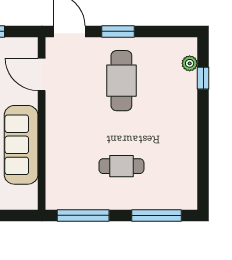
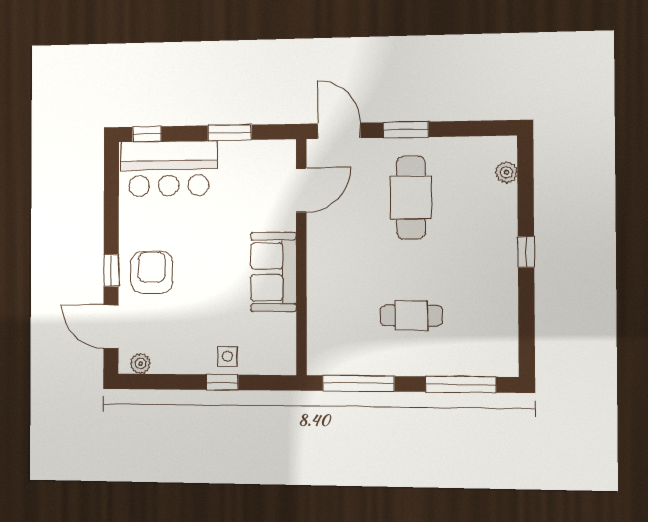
door: (42, 74) -> (301, 190), swing flipped
window: (203, 78) -> (526, 252), moved
sofa: (21, 145) -> (274, 272), width x0.73

